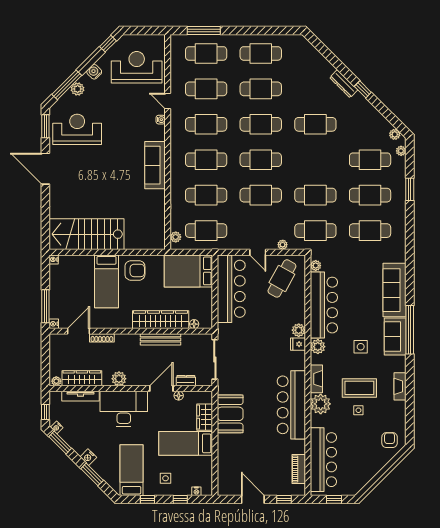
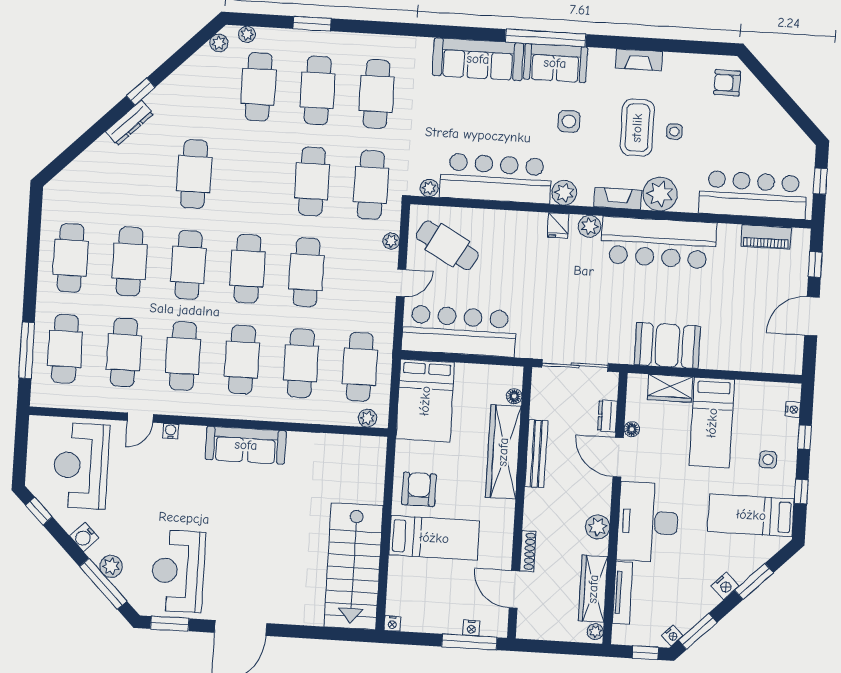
nightstand: (54, 324) -> (471, 628), moved
plant: (299, 330) -> (590, 226), moved

